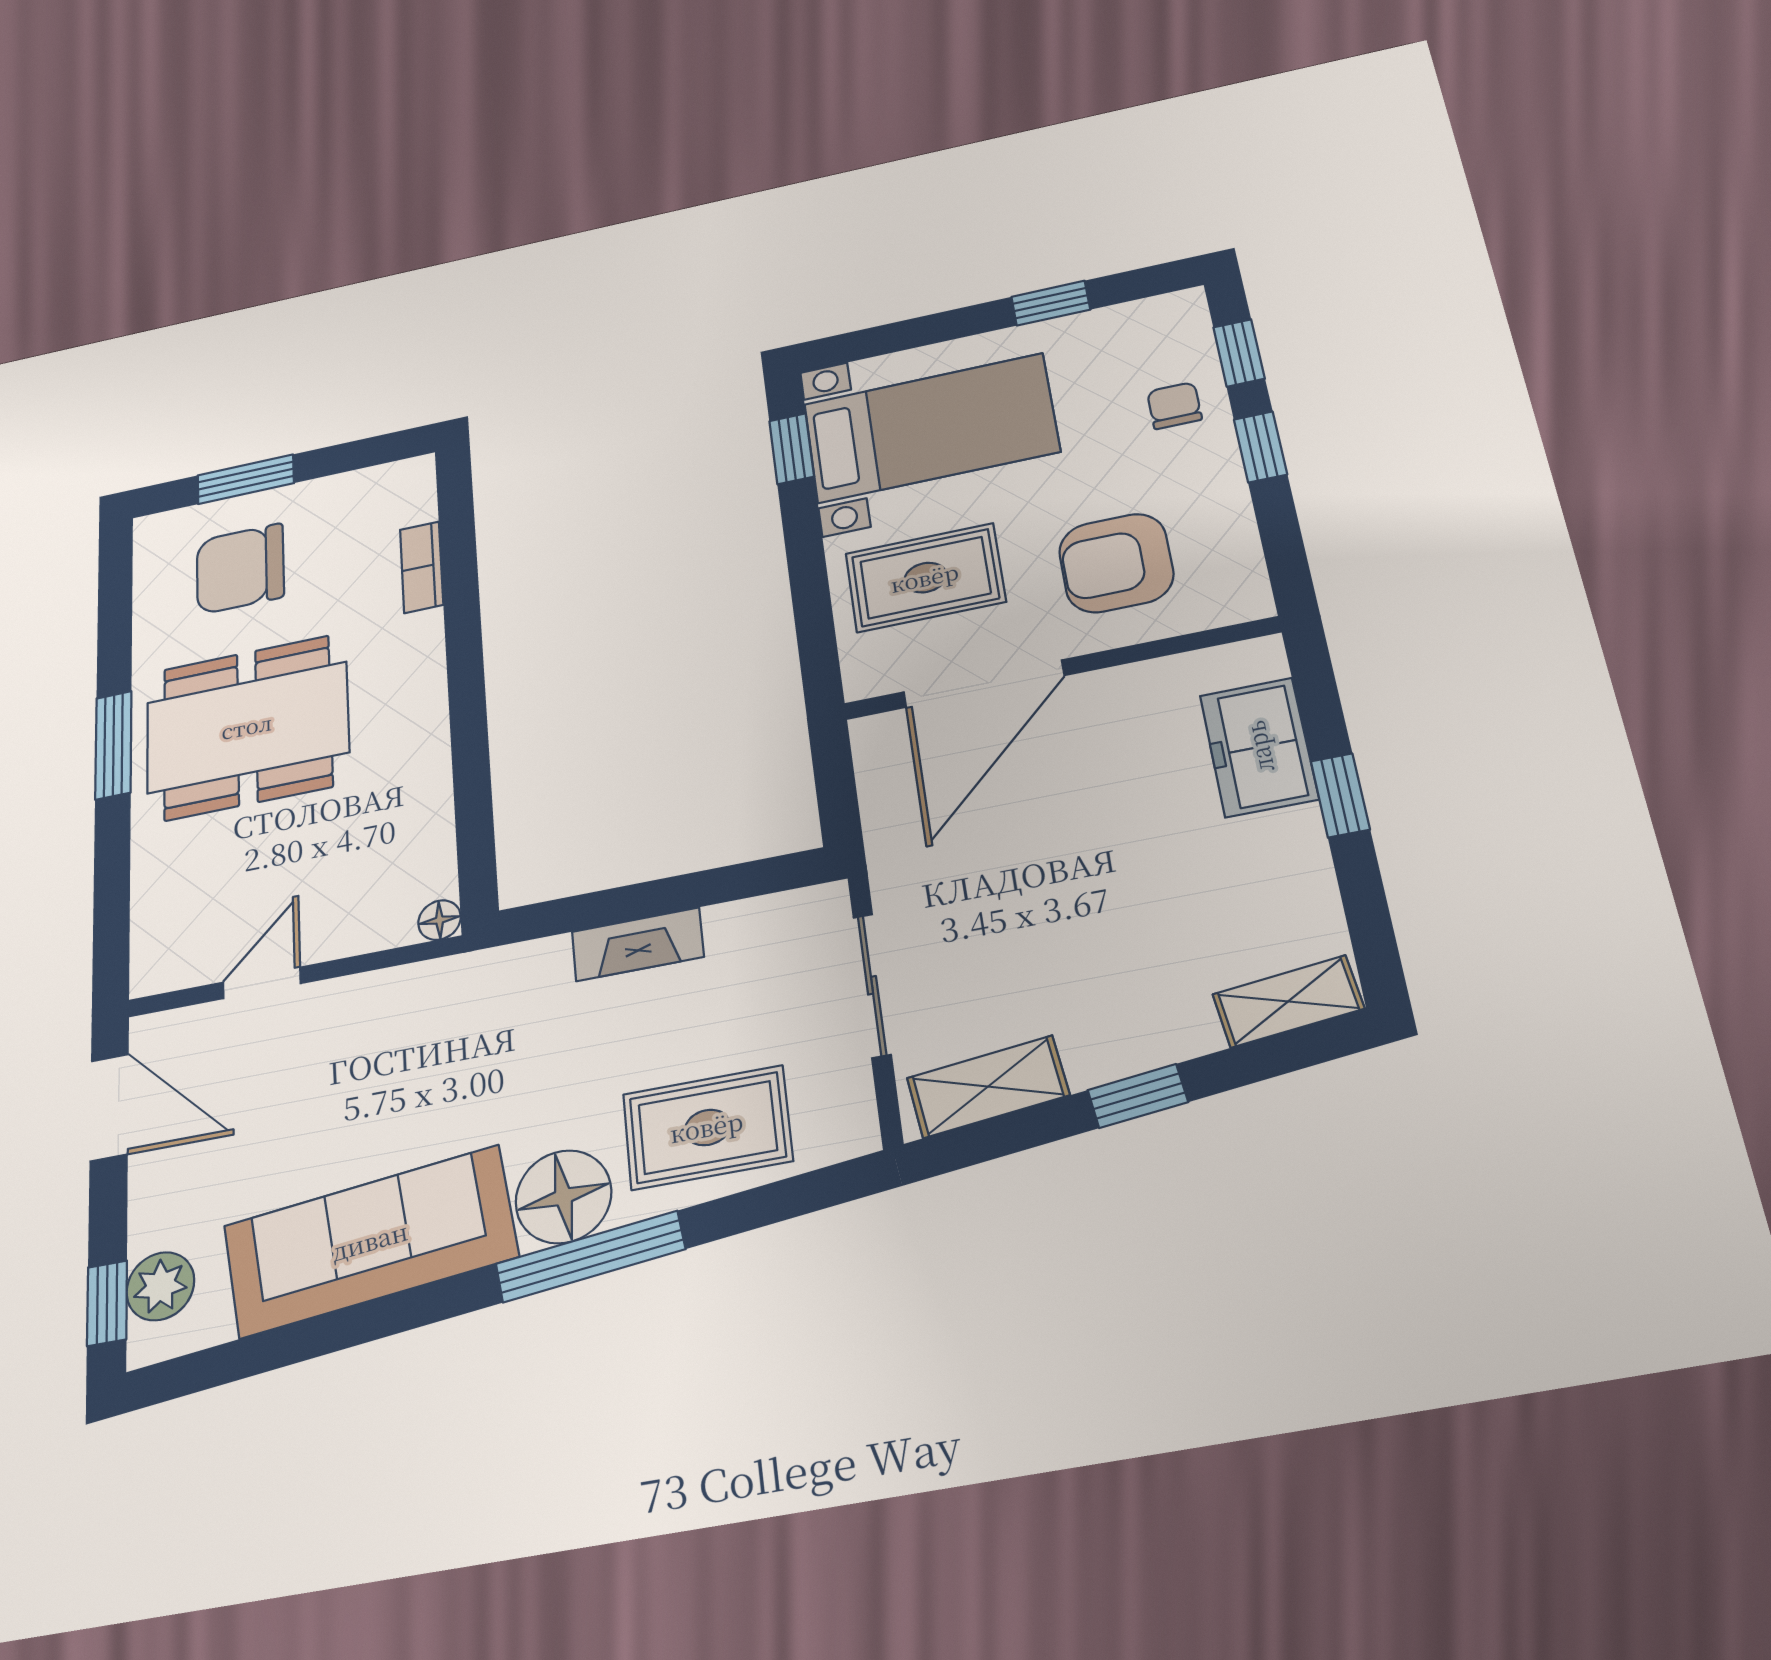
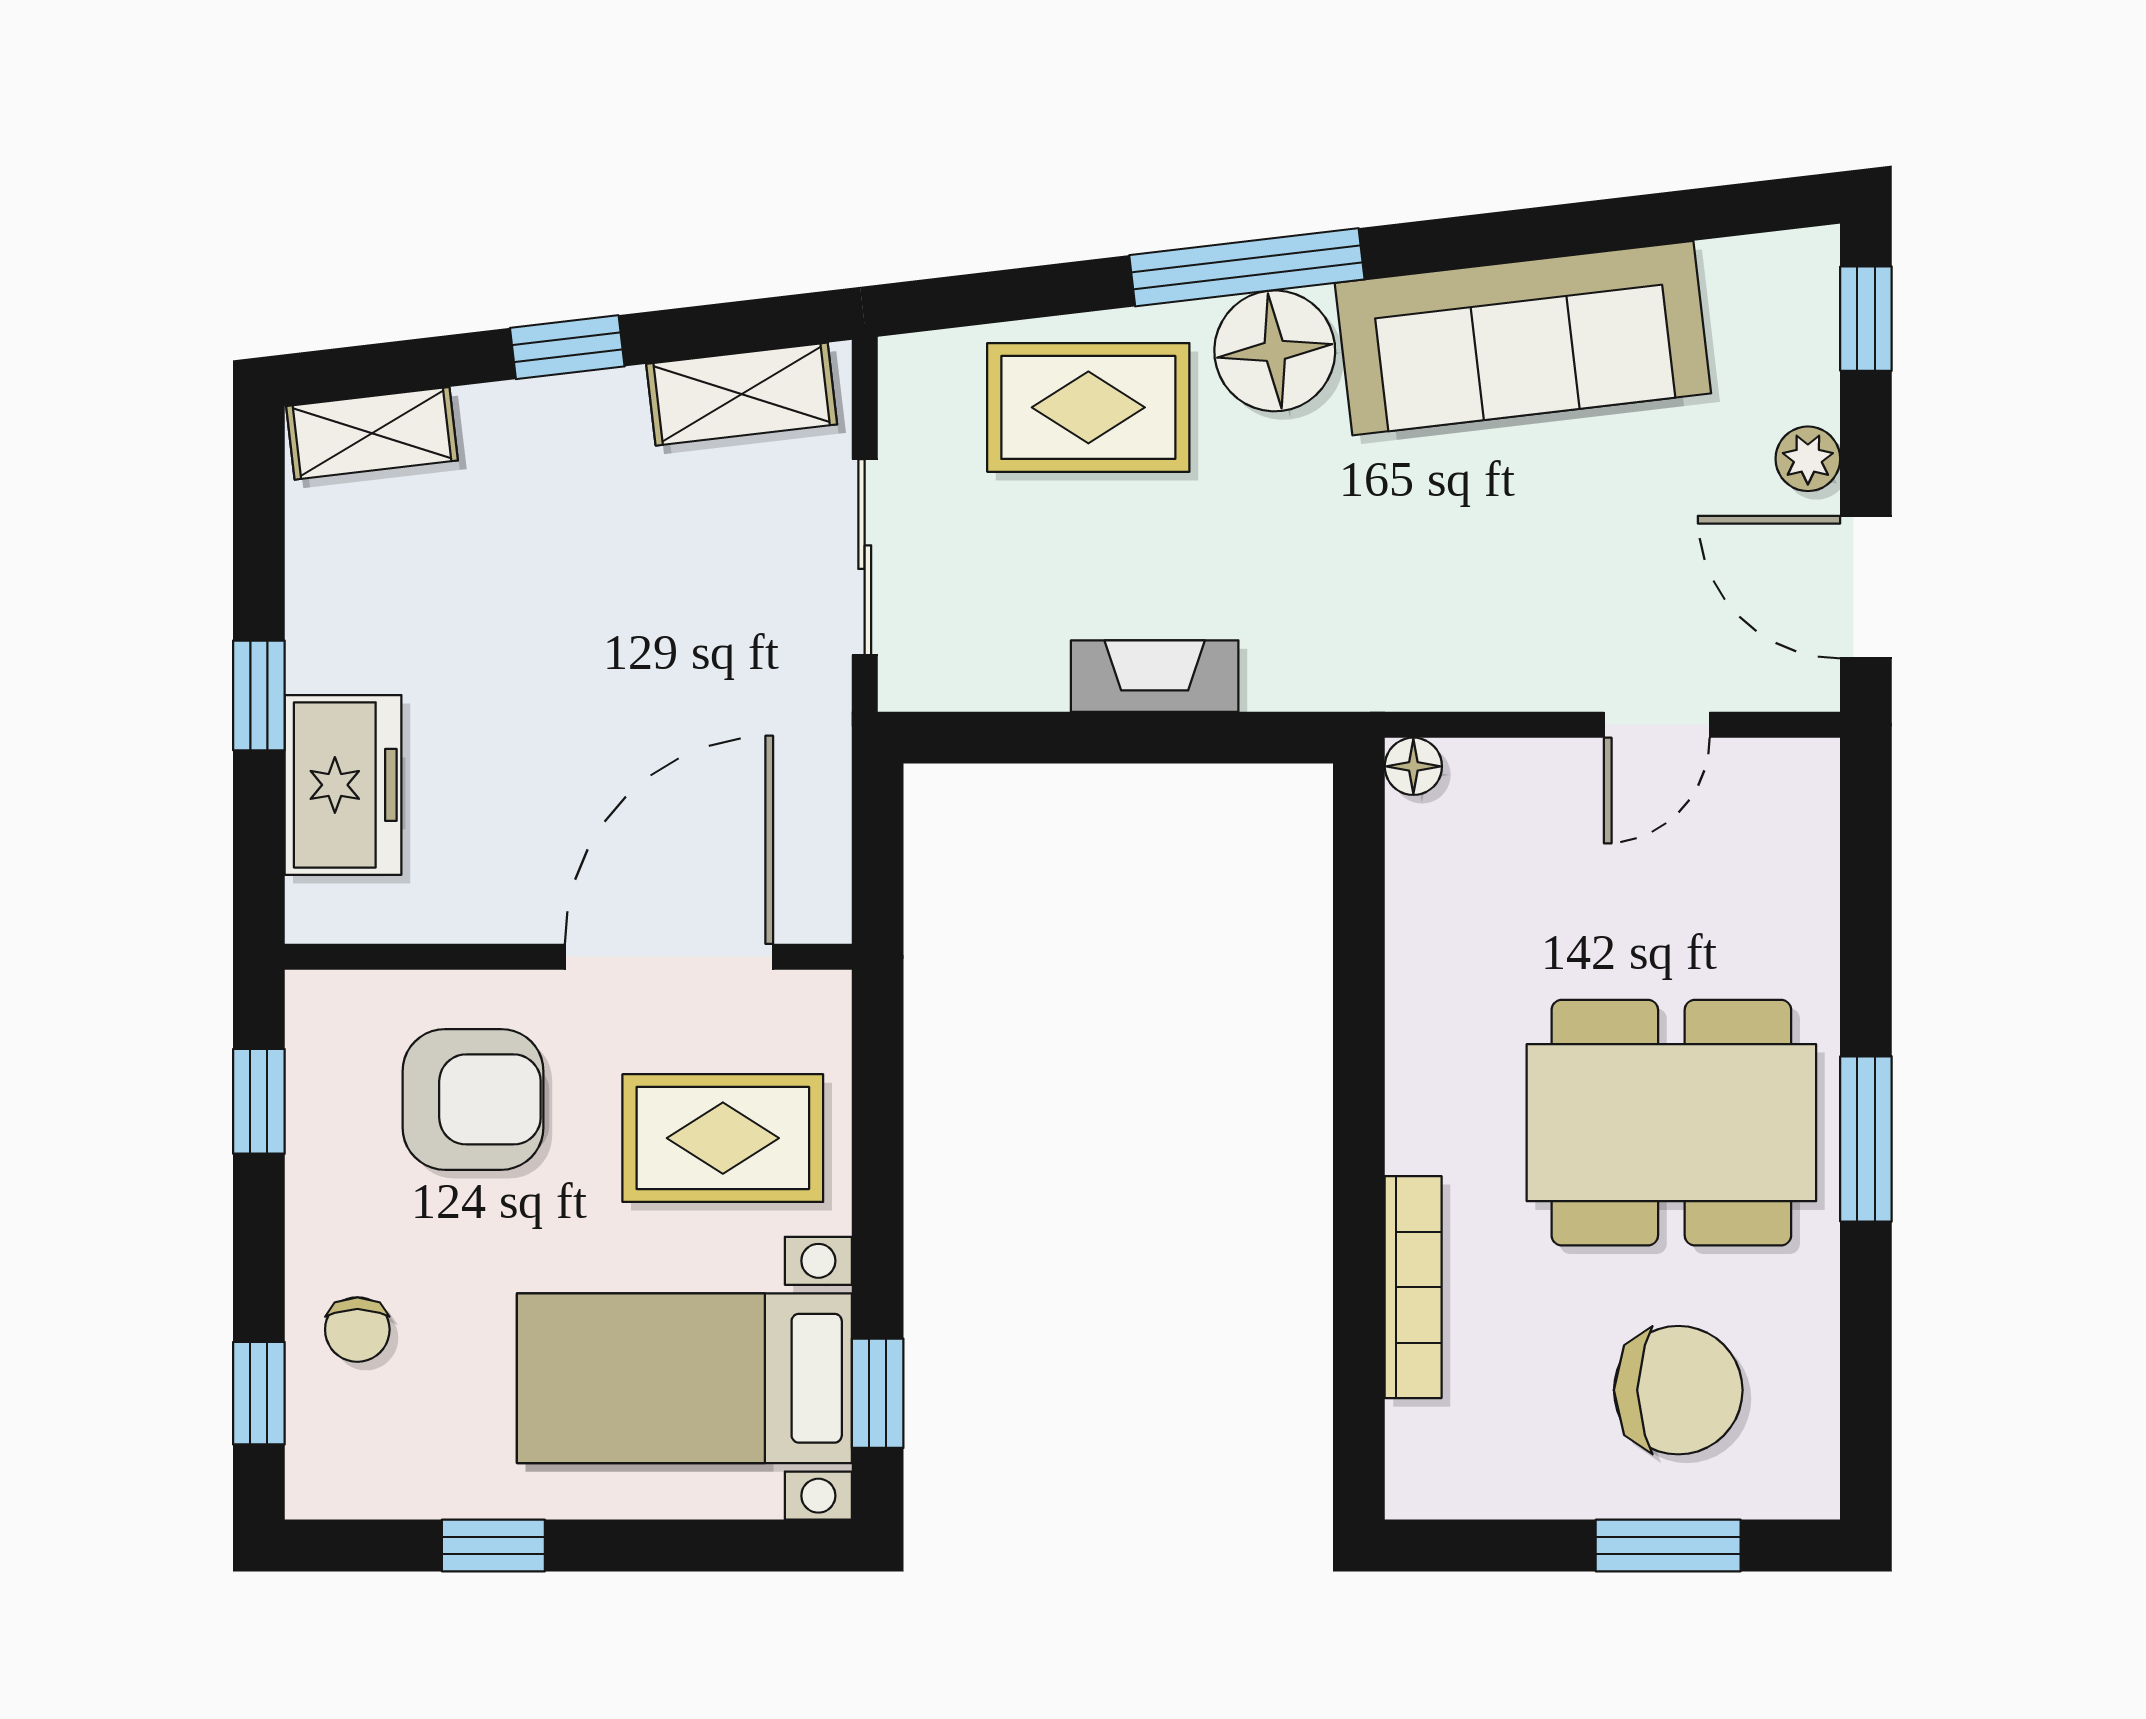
window: (1260, 447) -> (259, 1101), moved
bookcase: (422, 567) -> (1413, 1287), width x1.56
plant: (160, 1286) -> (1808, 459), moved, width x0.73, depth x0.73

